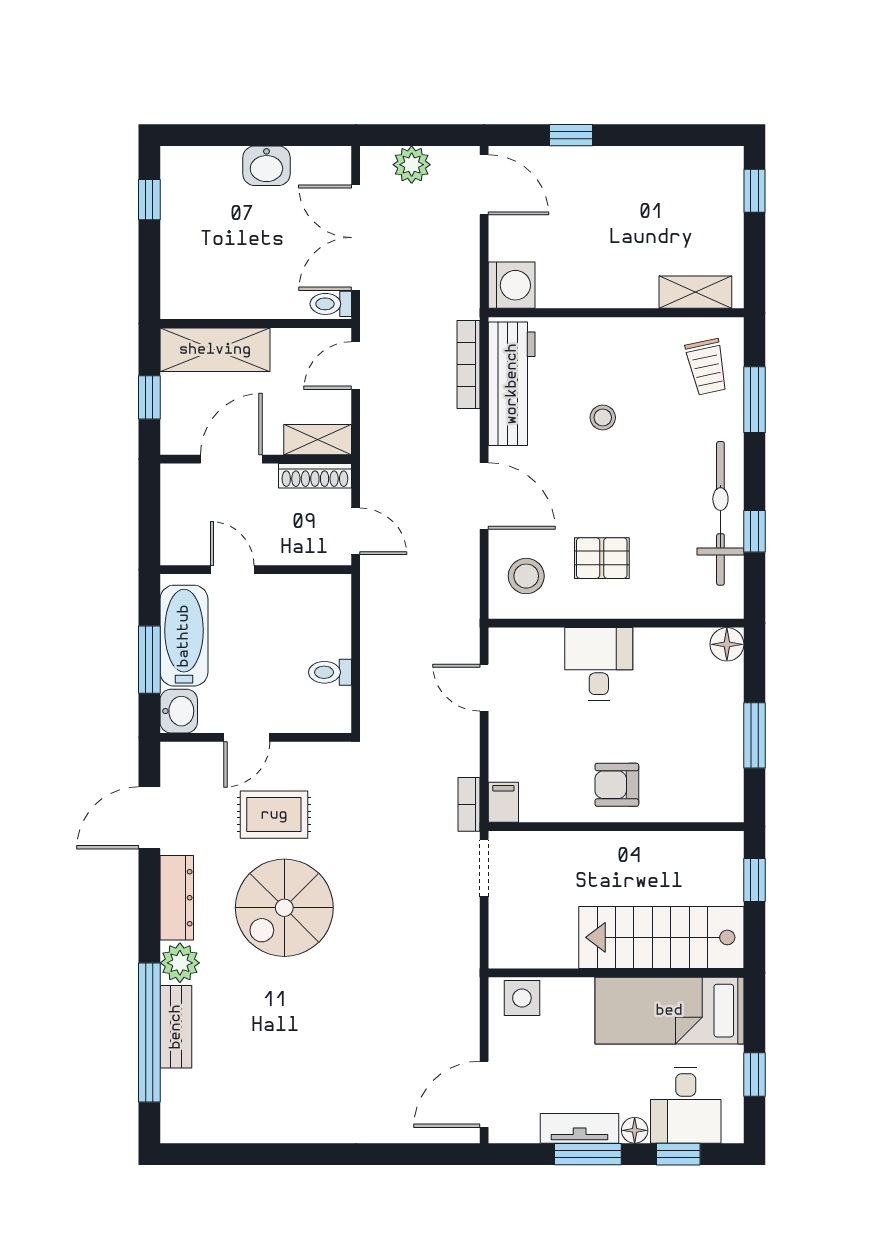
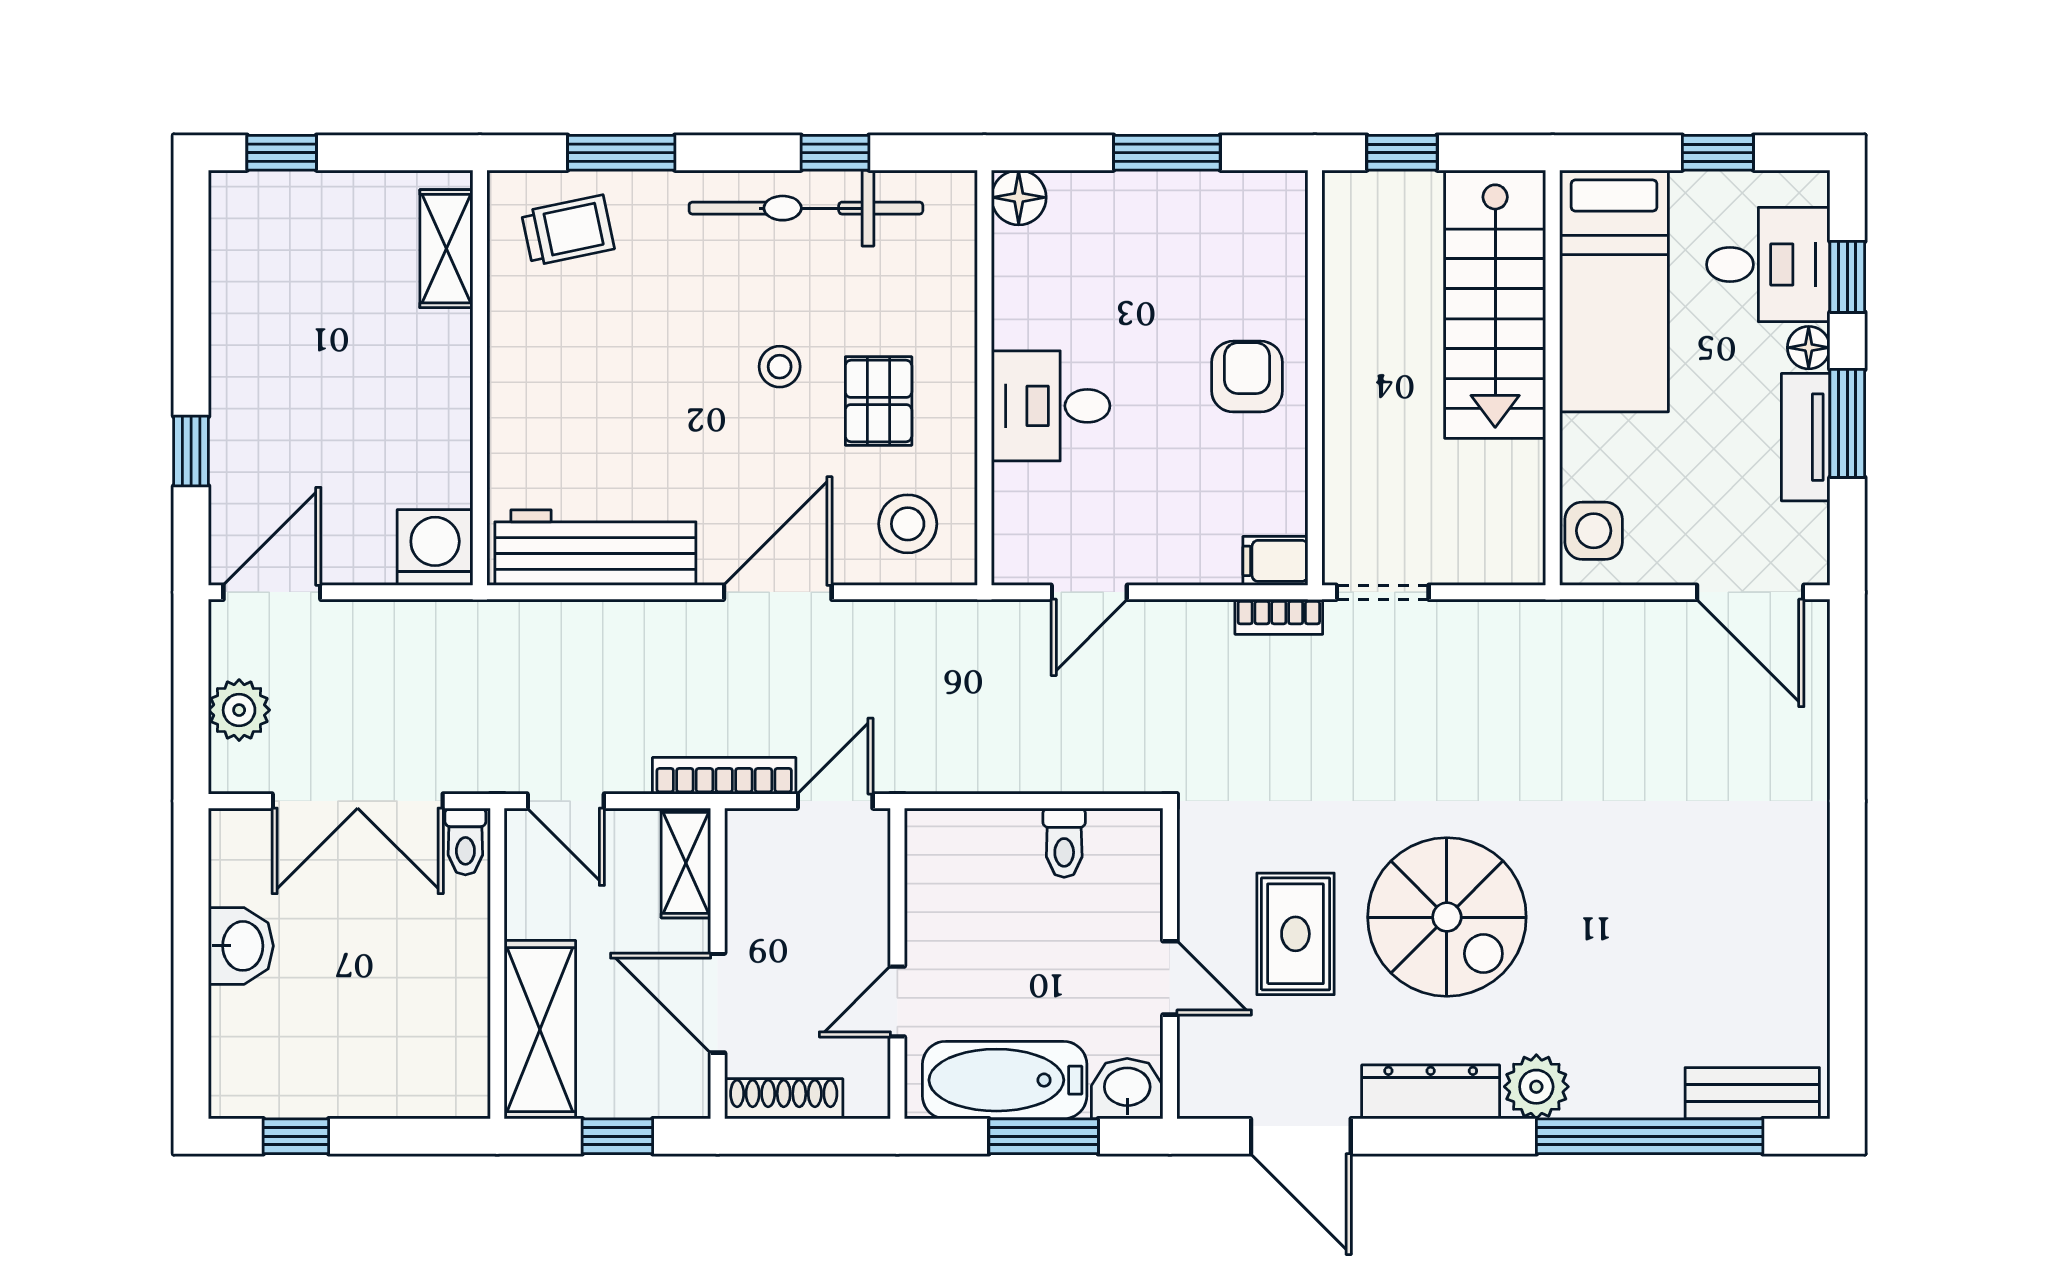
bookcase: (469, 365) -> (724, 776), moved, turned 180
stool: (603, 417) -> (780, 367), moved
shoe rack: (315, 476) -> (784, 1099), moved, turned -90
armchair: (617, 785) -> (1247, 377), turned 180
bench: (176, 1027) -> (1752, 1093), moved

